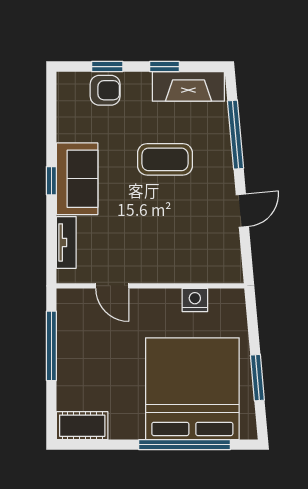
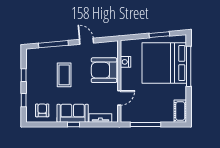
fireplace: (188, 86) -> (32, 65), removed
armchair: (105, 90) -> (42, 110), moved
armchair: (176, 251) -> (104, 70), added

